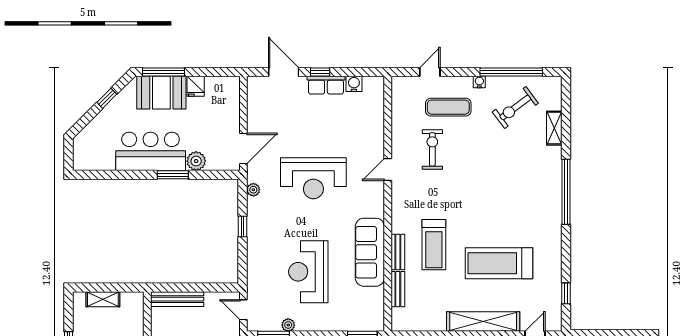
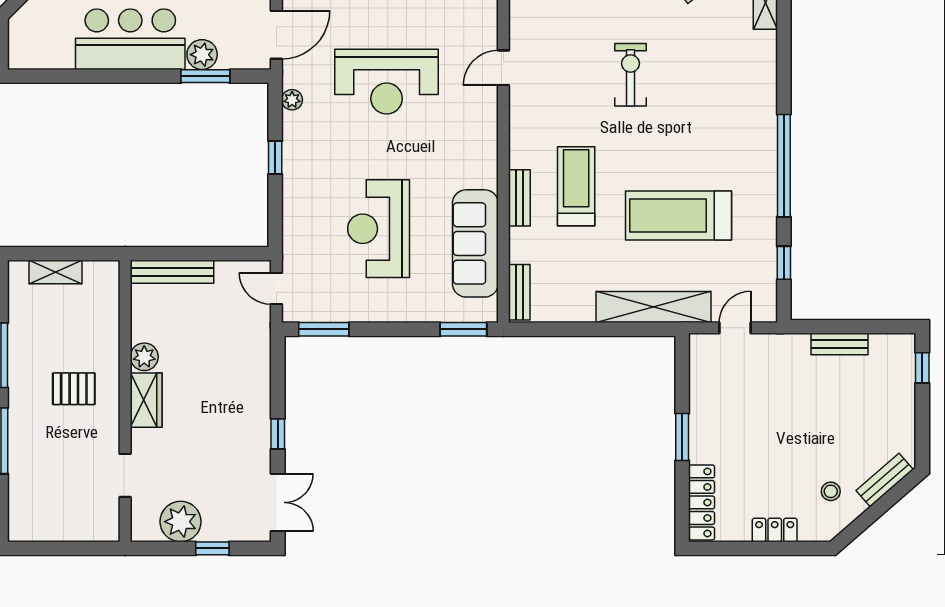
exercise bike: (432, 149) -> (631, 75), moved
window: (173, 175) -> (205, 76), moved
window: (566, 192) -> (784, 166), moved
treadmill: (434, 245) -> (576, 186), turned 180
sofa: (370, 252) -> (475, 243), moved
bench: (398, 289) -> (519, 292), moved
plant: (288, 325) -> (347, 313), removed

